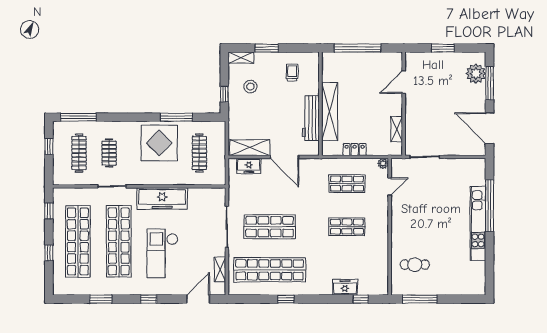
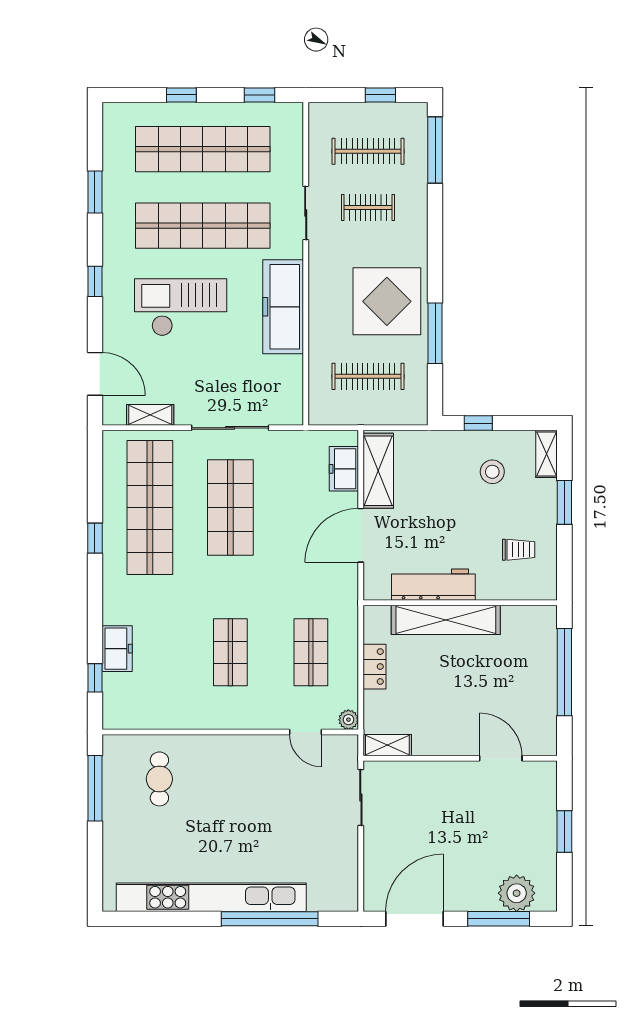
shelving: (397, 129) -> (387, 745), moved
kitchen unit: (478, 223) -> (211, 897), width x1.36

